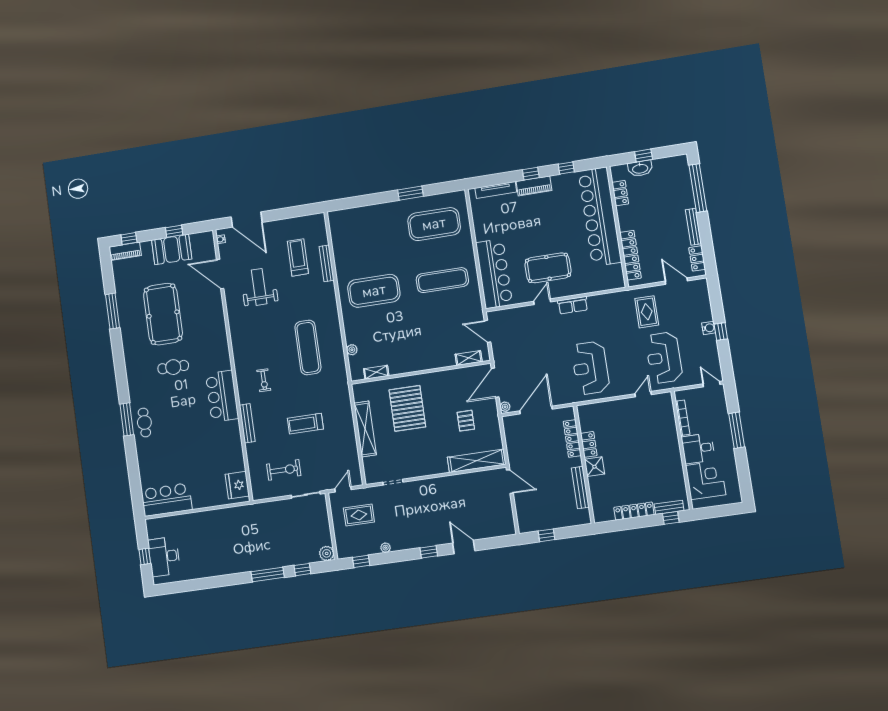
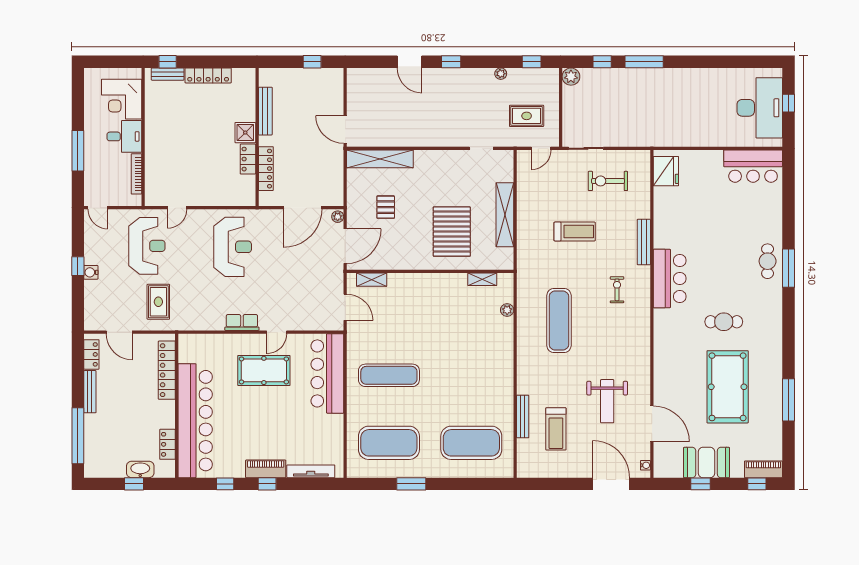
exercise mat: (374, 291) -> (471, 443), moved
desk: (164, 557) -> (760, 108), width x1.36, depth x1.30

